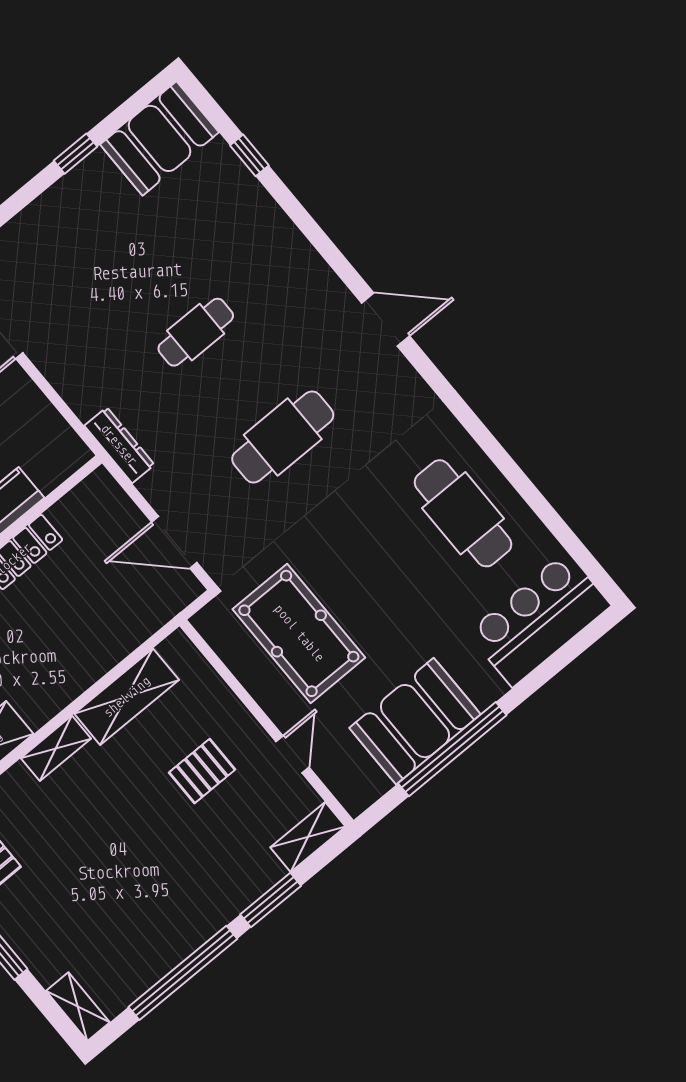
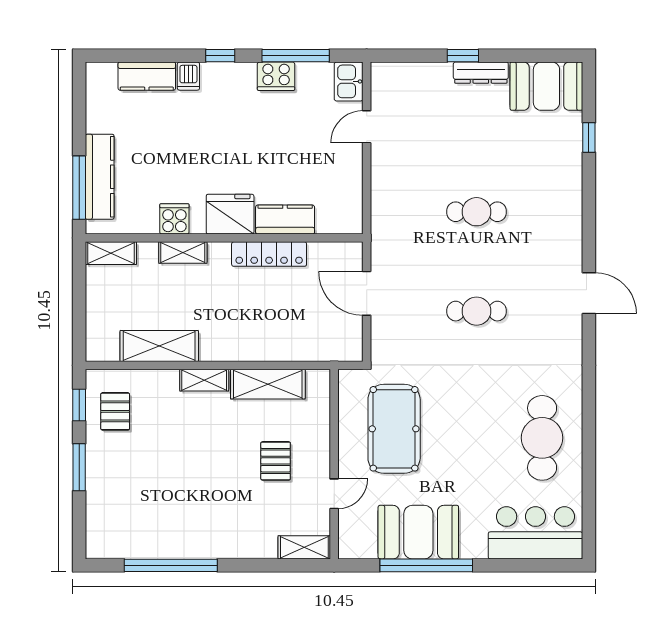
window: (76, 154) -> (463, 56), moved
cafe table: (283, 437) -> (476, 311), width x0.73, depth x0.74
dresser: (119, 445) -> (481, 73), moved, turned 90
door: (174, 542) -> (367, 293), moved
pallet: (202, 771) -> (276, 461), turned 90
window: (271, 900) -> (254, 565), removed
shelving: (78, 1007) -> (96, 535), removed

